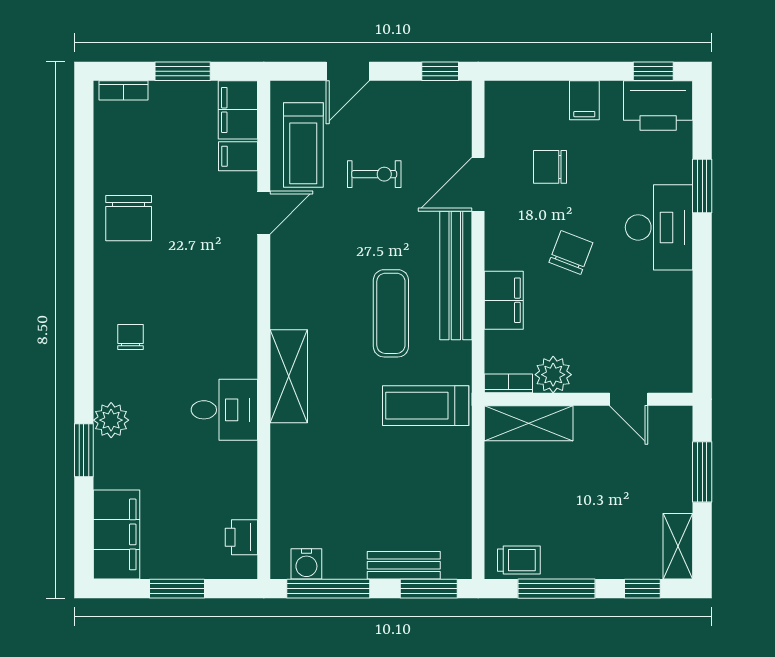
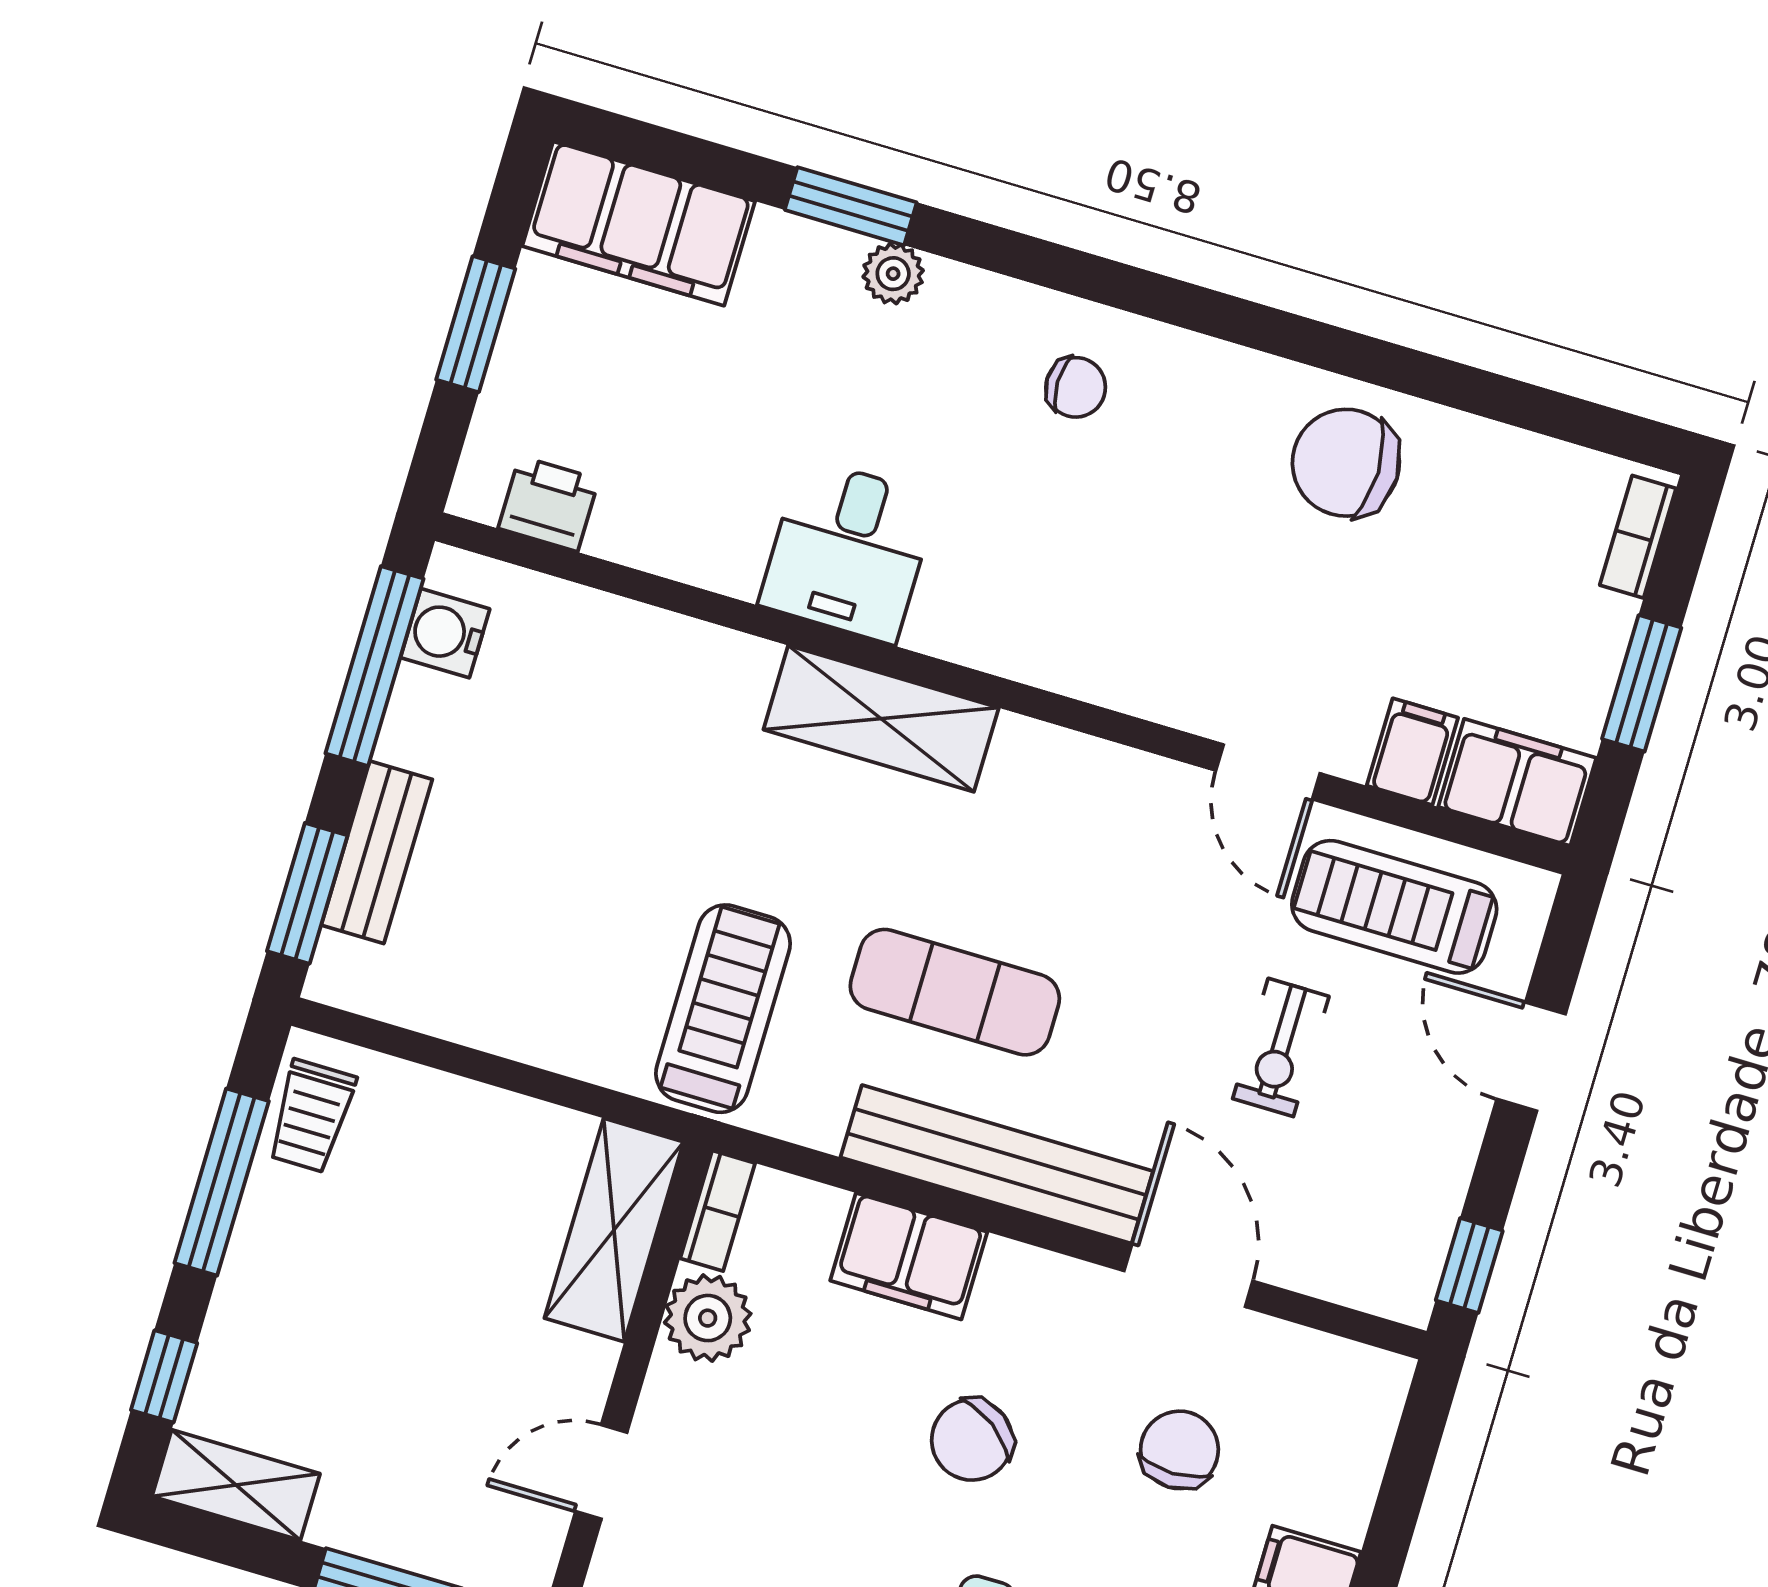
chair: (571, 252) -> (972, 1440), turned 105
plant: (111, 420) -> (893, 274), width x0.73, depth x0.73

